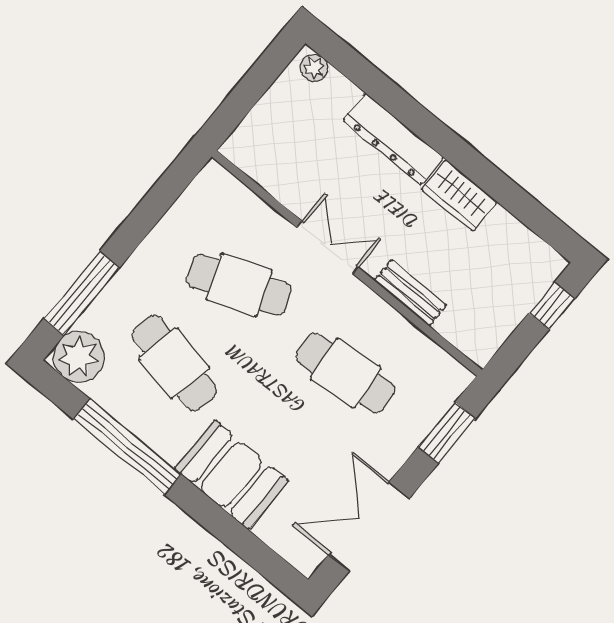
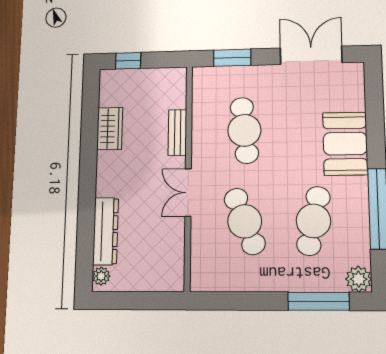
dresser: (393, 139) -> (106, 231), moved
wardrobe: (459, 195) -> (110, 129), moved
plant: (79, 357) -> (359, 279), width x0.73, depth x0.73
double door: (369, 527) -> (311, 55), swing flipped

